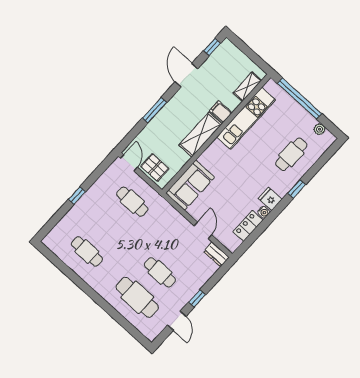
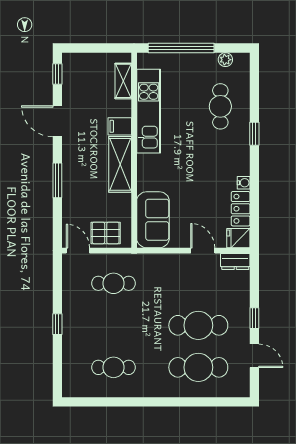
fridge: (270, 199) -> (238, 238), moved
cafe table: (160, 272) -> (198, 325), width x1.37, depth x1.35

